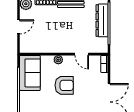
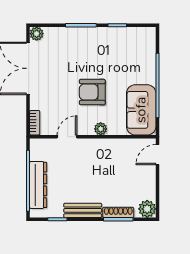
door: (19, 27) -> (157, 155), moved
door: (82, 54) -> (67, 137), hinge flipped

